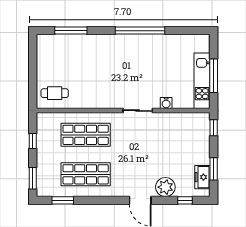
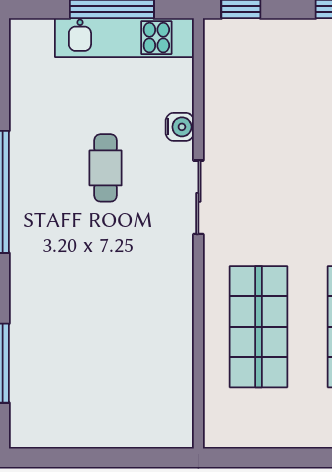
cafe table: (55, 93) -> (106, 168), moved
window: (33, 141) -> (274, 458), removed

